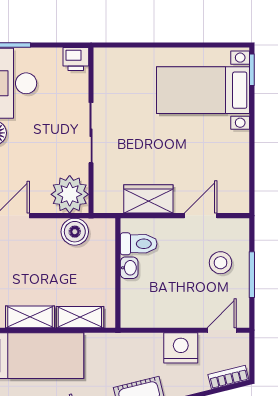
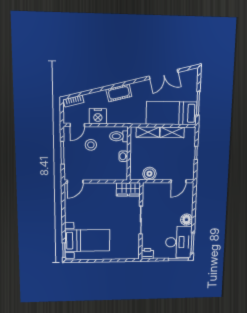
plant: (70, 194) -> (152, 191), removed
wardrobe: (148, 199) -> (128, 189), moved
door: (201, 216) -> (75, 182), moved
toilet: (139, 244) -> (119, 136), moved
stool: (221, 263) -> (91, 145), moved

